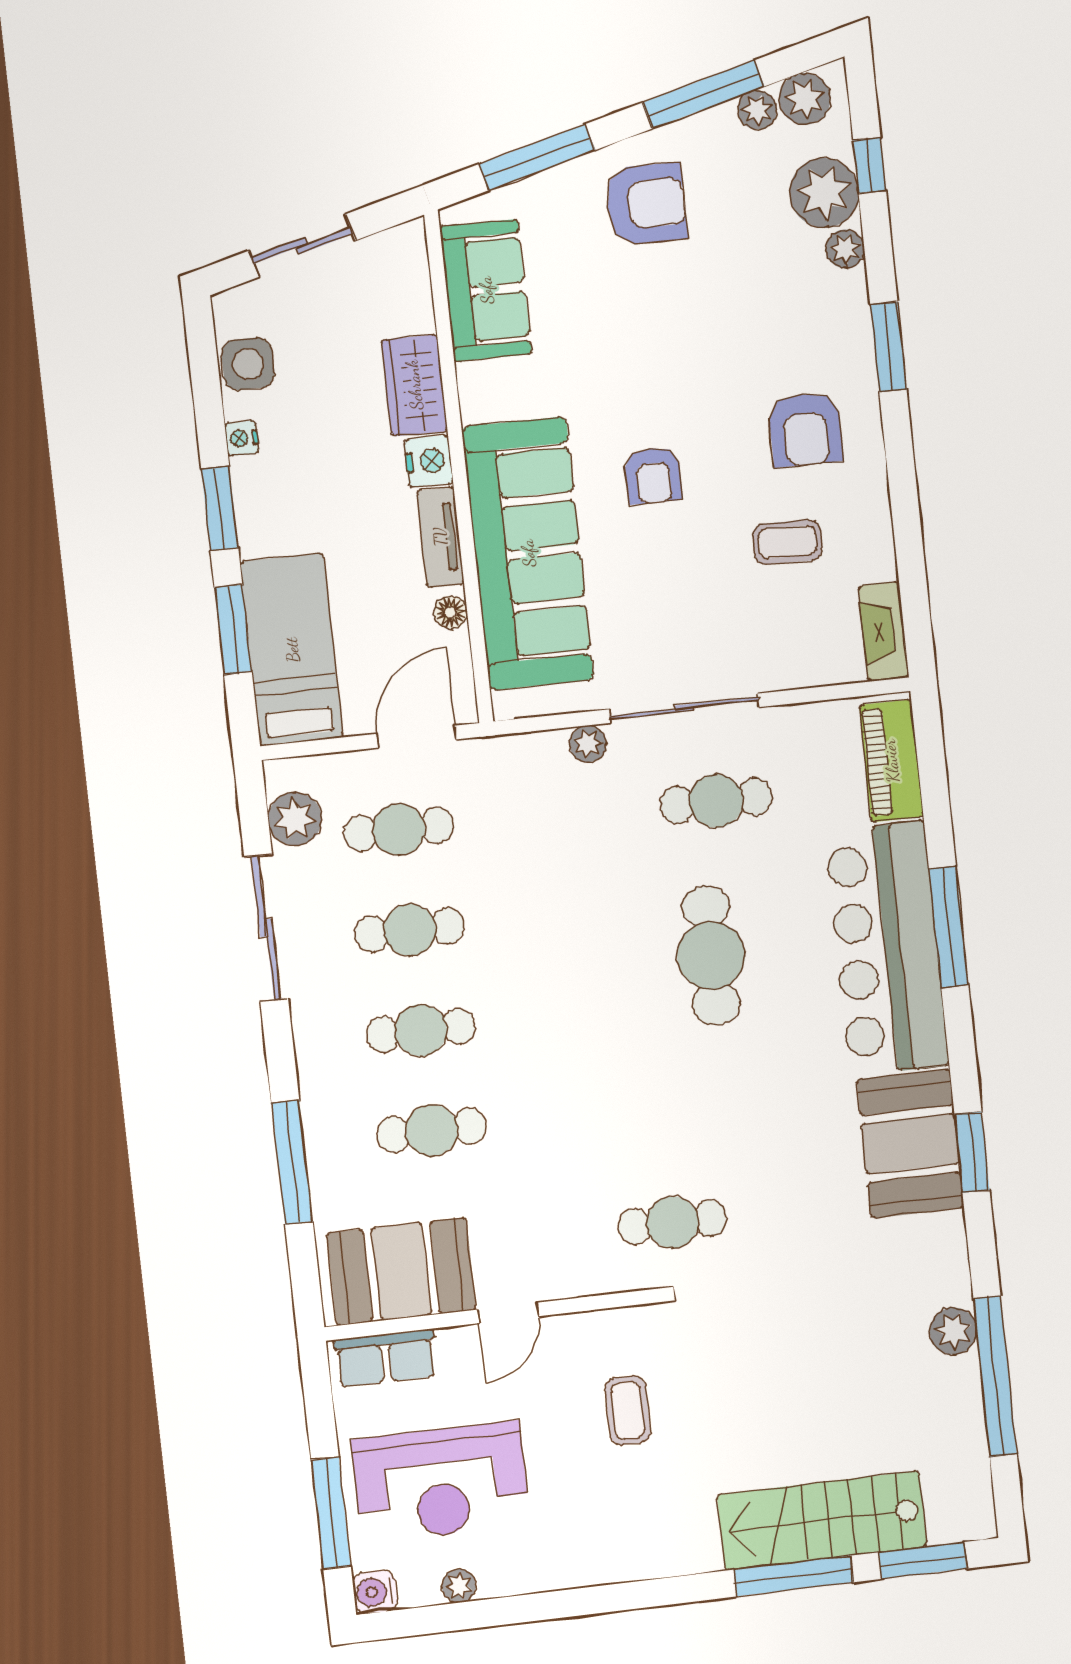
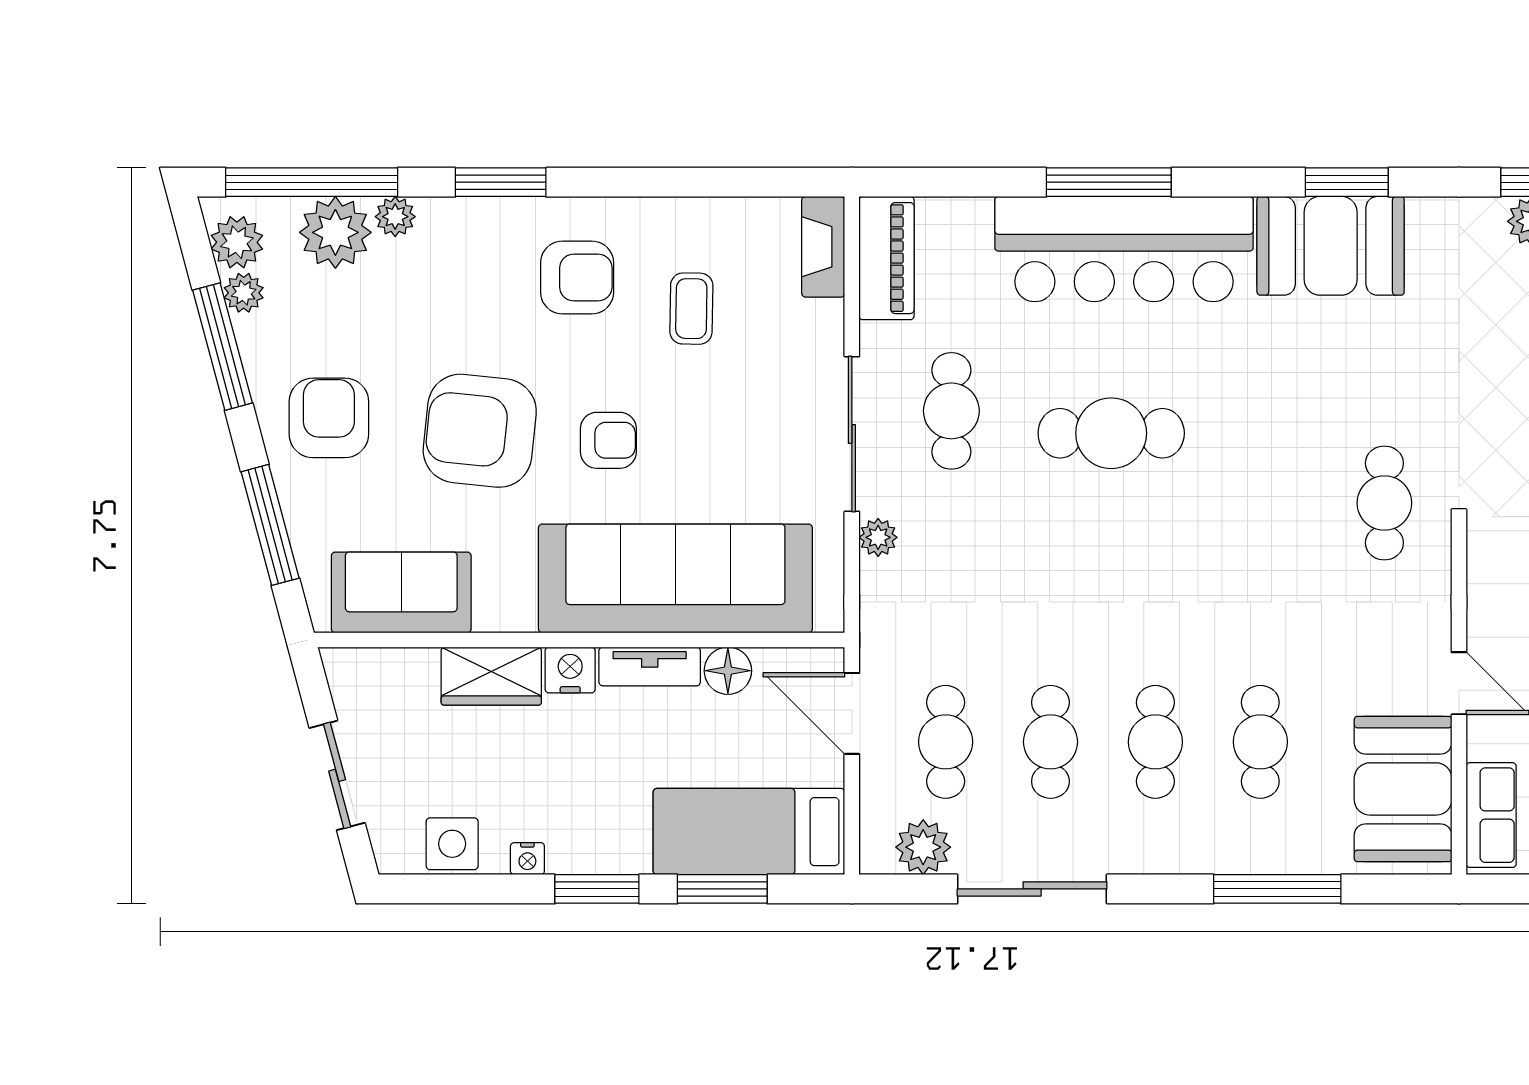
window: (870, 165) -> (312, 182), width x3.17
armchair: (649, 351) -> (480, 431), added
floor lamp: (451, 612) -> (728, 671), width x1.37, depth x1.37
fireplace: (884, 632) -> (823, 247), moved, turned 90
piano: (891, 761) -> (887, 258), moved, turned -90

